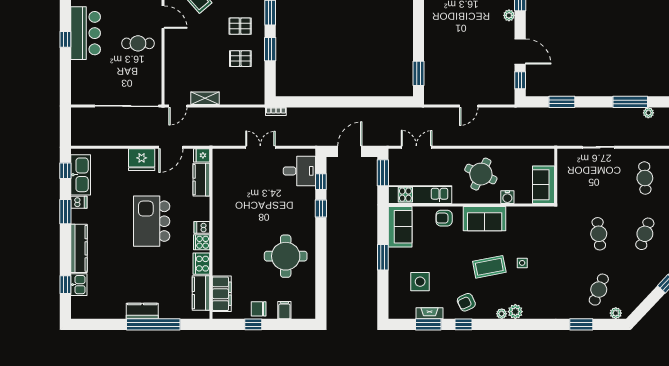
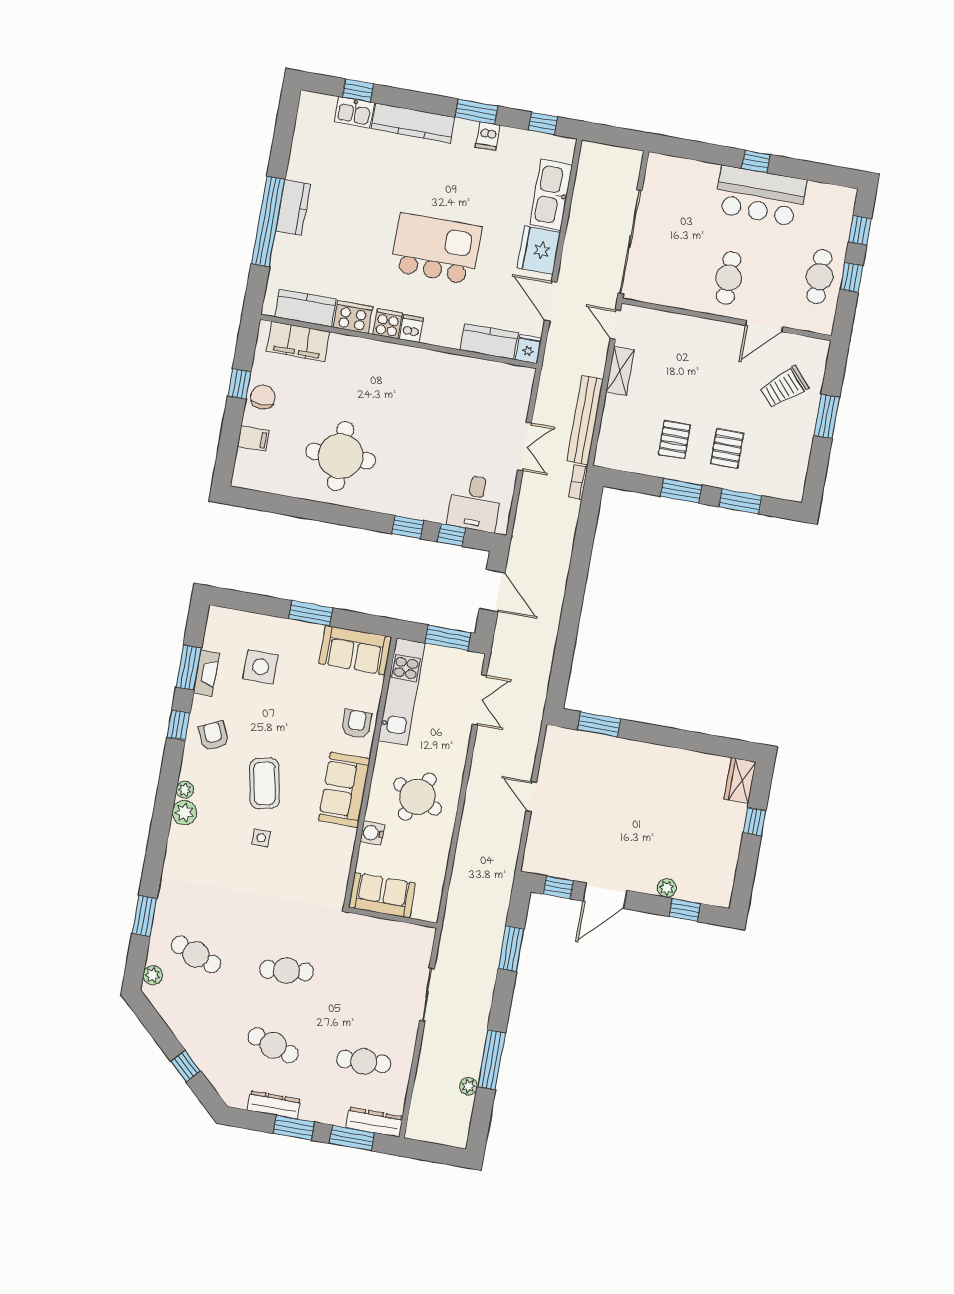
bench: (238, 114) -> (585, 420), added
kitchen sink: (81, 175) -> (551, 195), moved, turned 90

